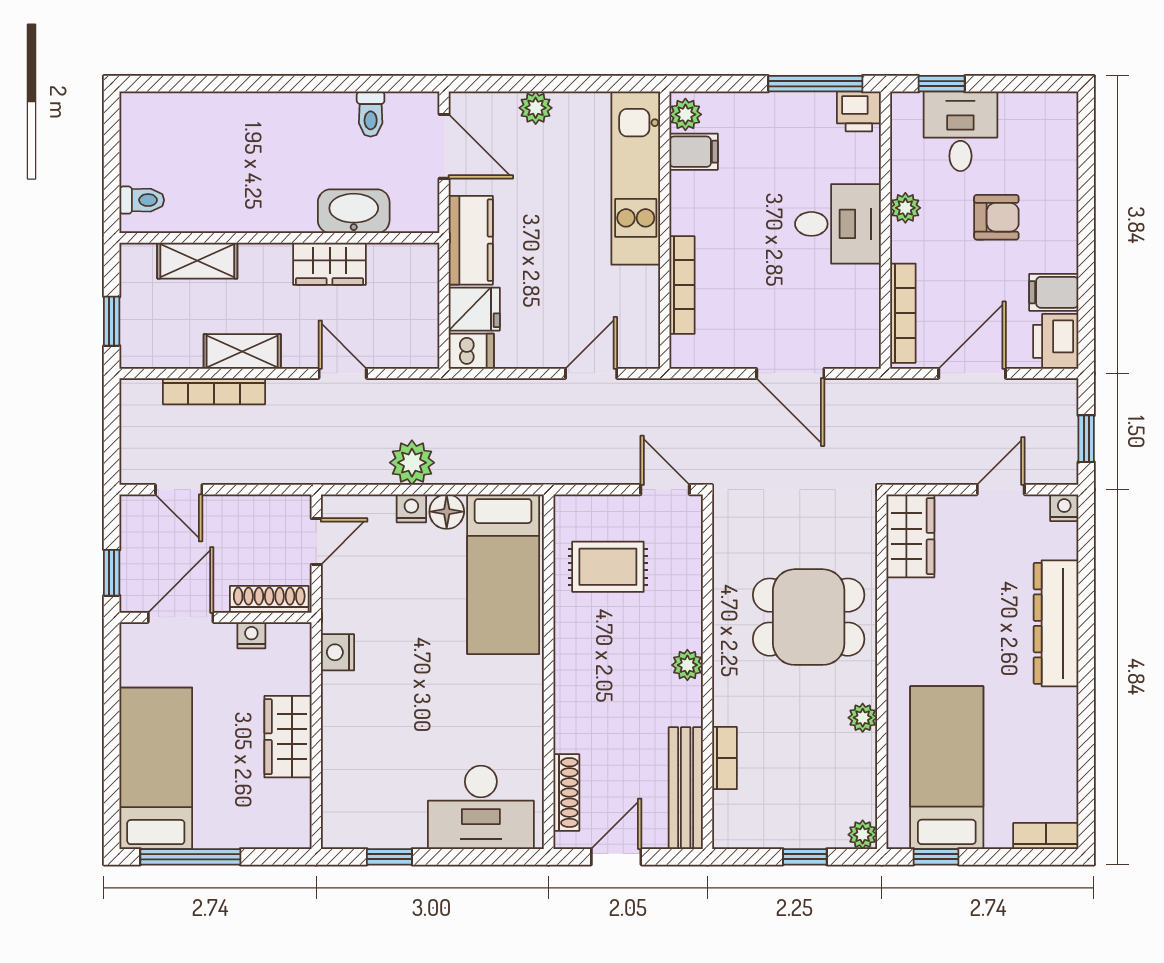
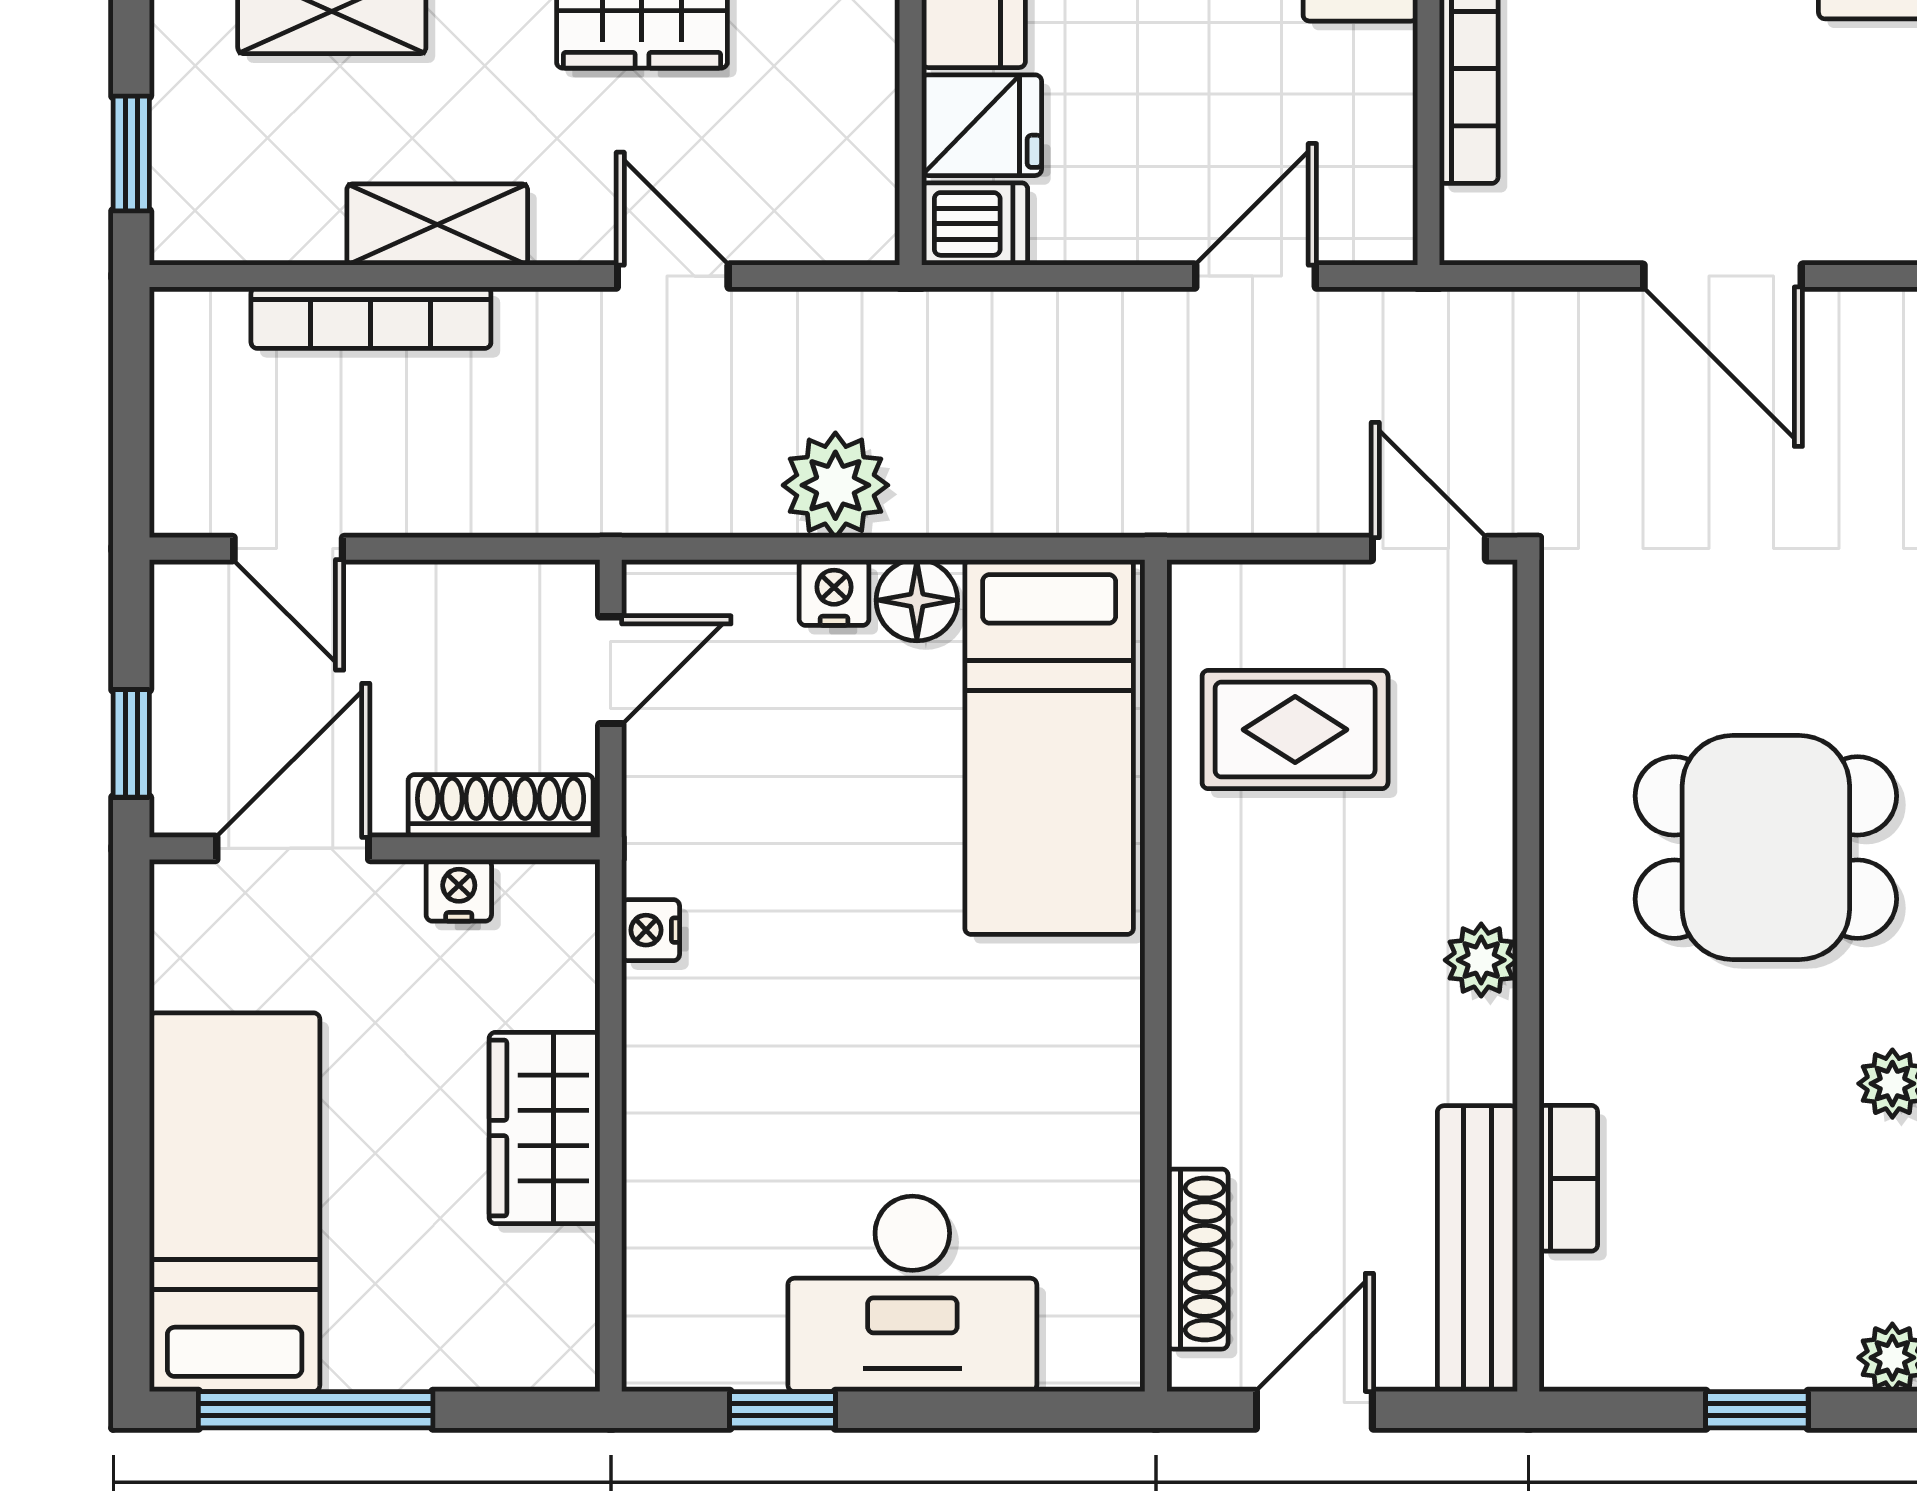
nightstand: (338, 652) -> (651, 930), width x0.72, depth x0.74
desk: (481, 807) -> (912, 1294), moved

